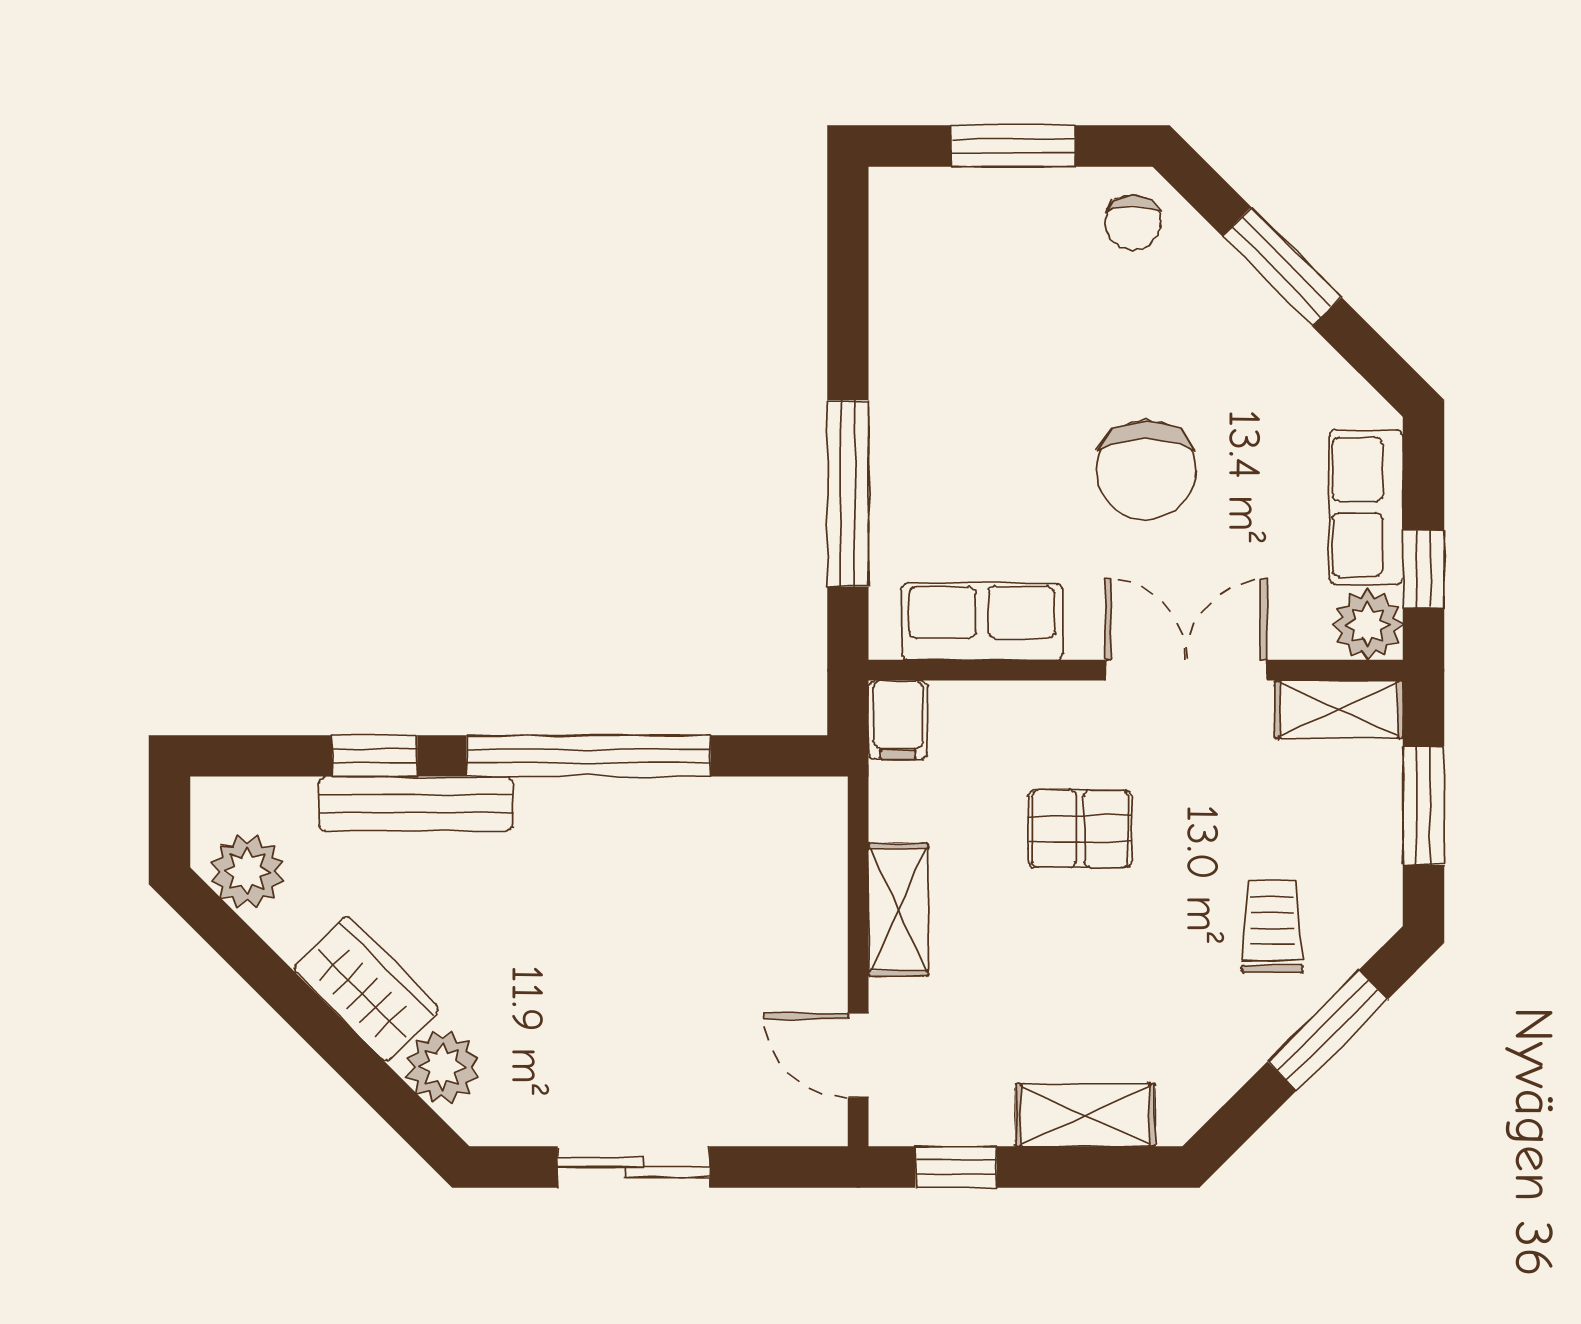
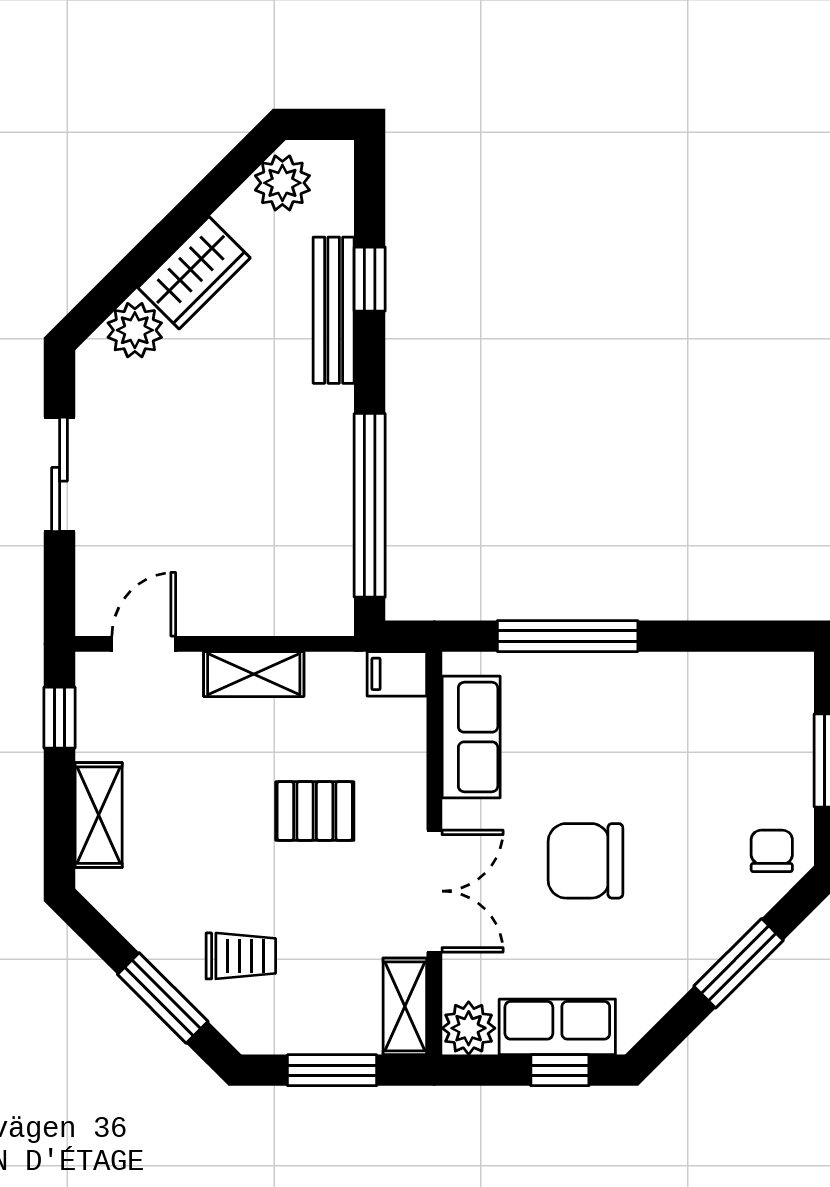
chair: (1133, 223) -> (772, 851), turned 90
window: (1424, 569) -> (560, 1070), moved
window: (589, 756) -> (370, 505), moved
pallet: (1080, 829) -> (315, 811), turned 90

